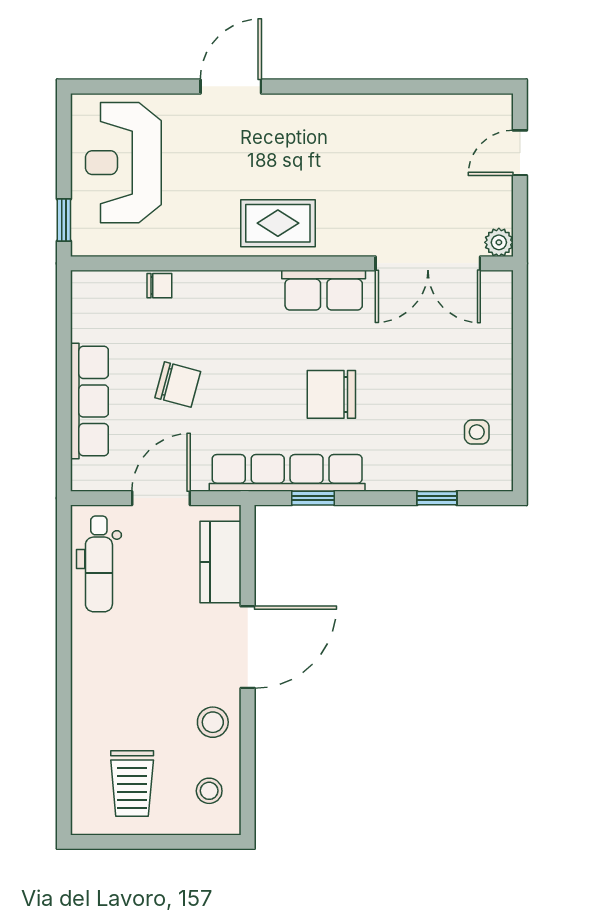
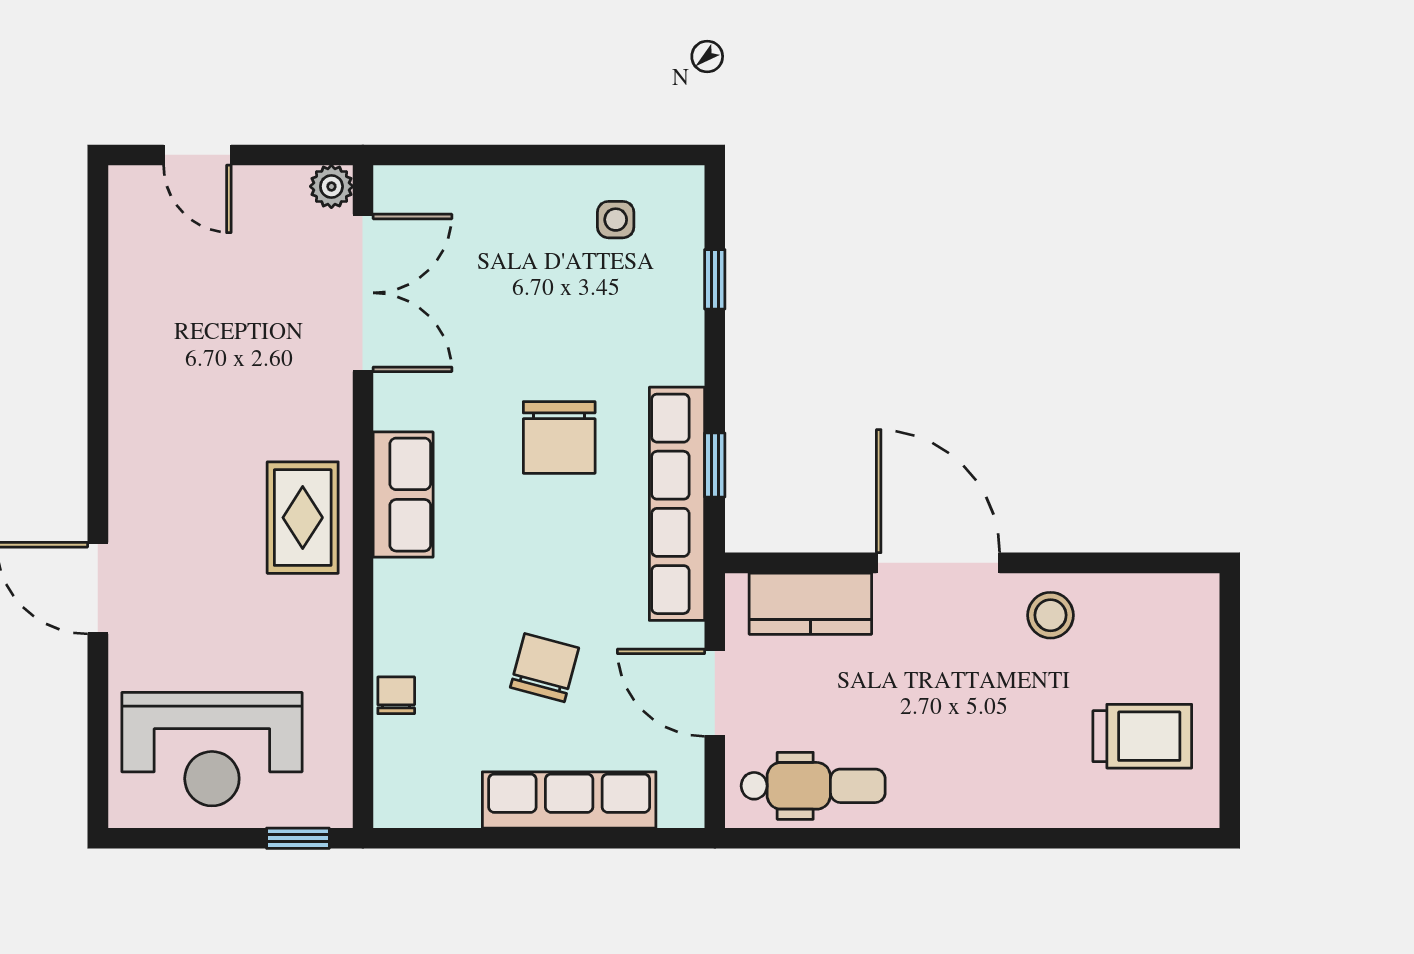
row of seats: (324, 290) -> (403, 495), moved
stool: (209, 791) -> (1153, 621), removed

